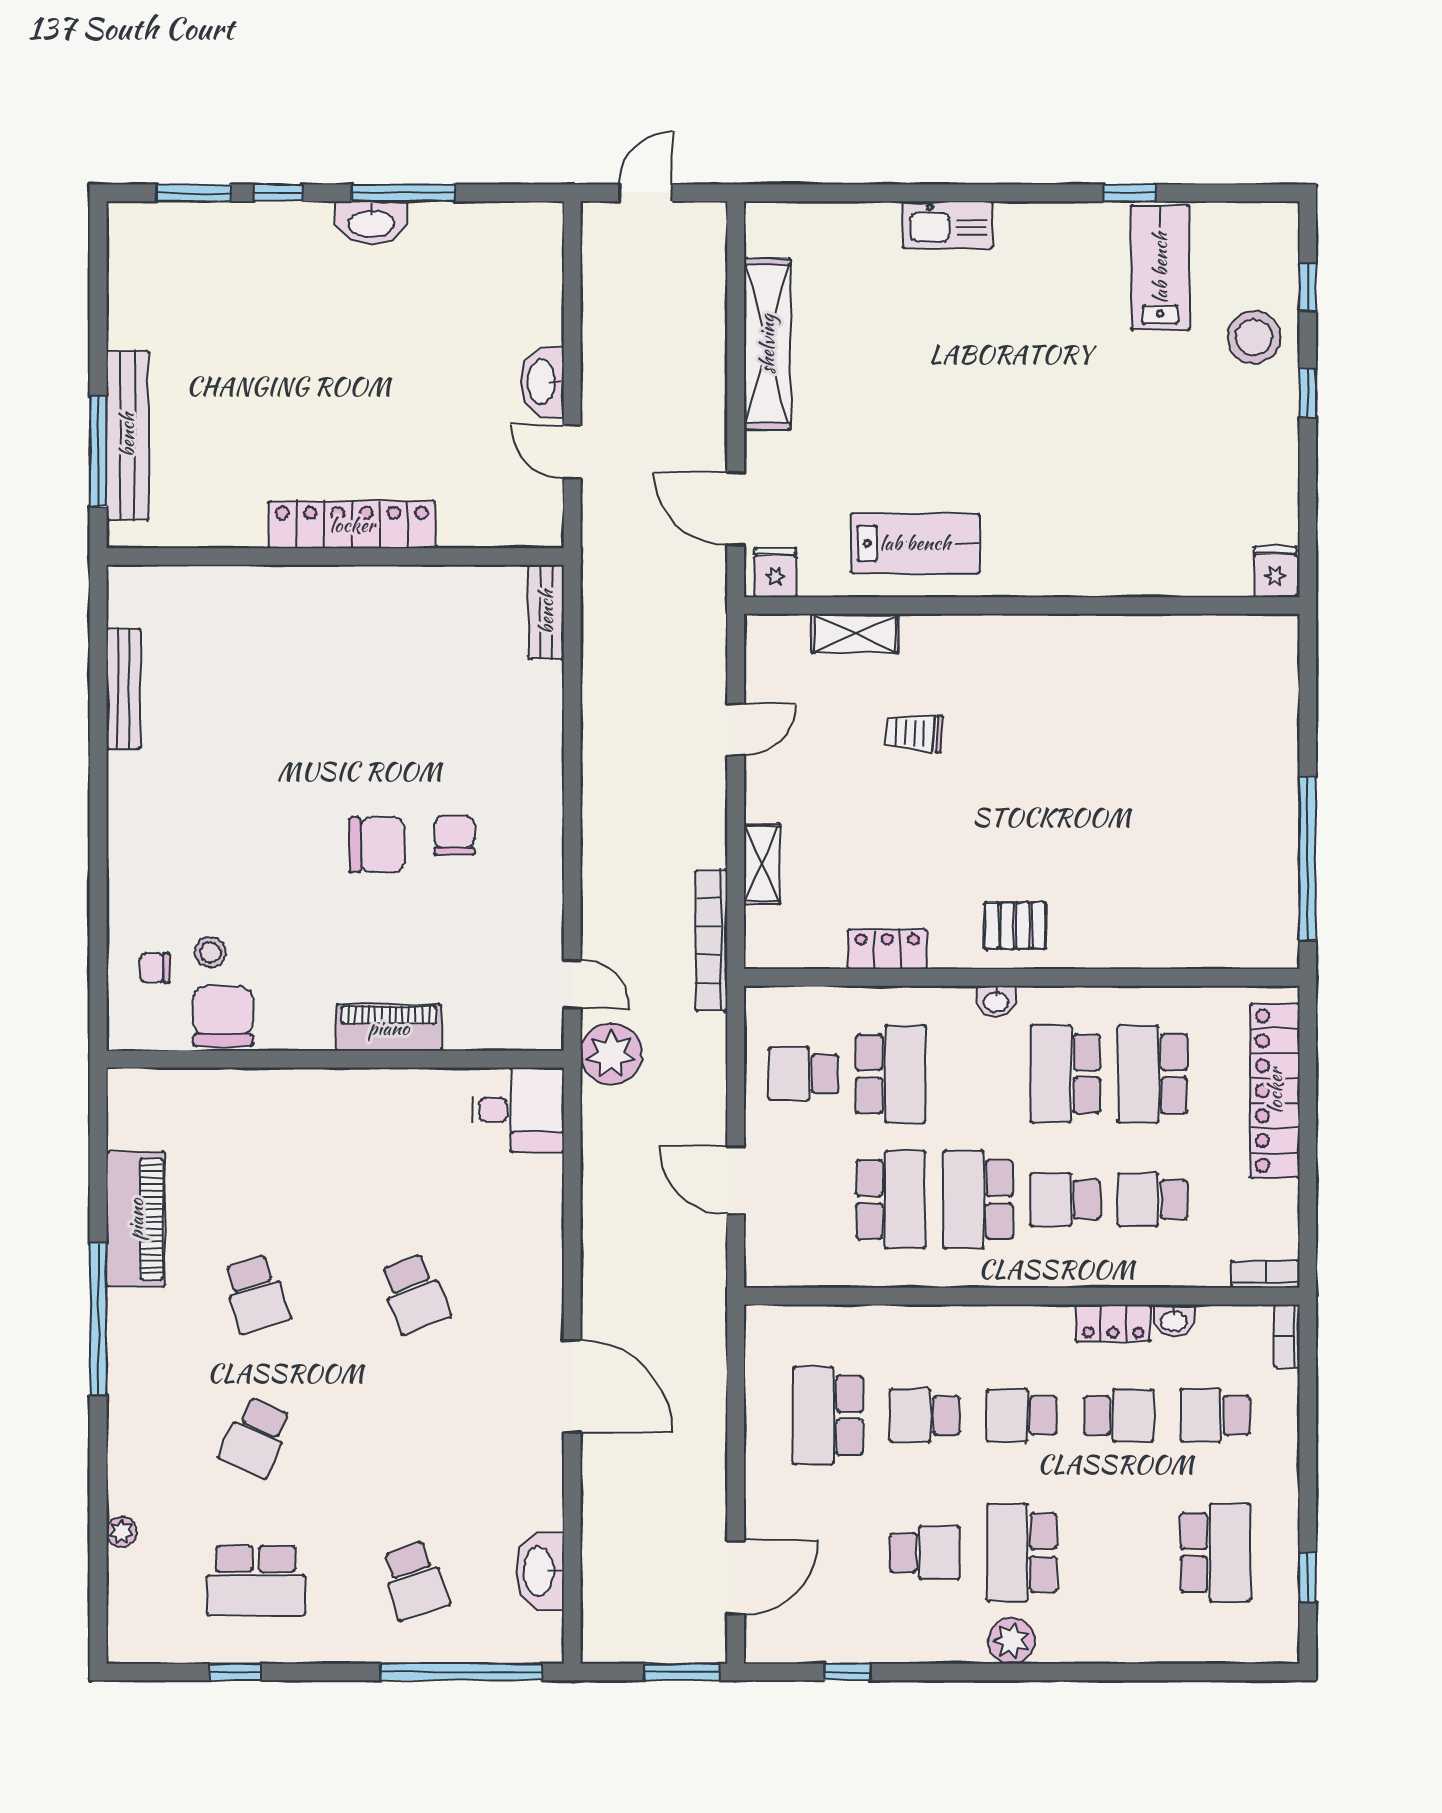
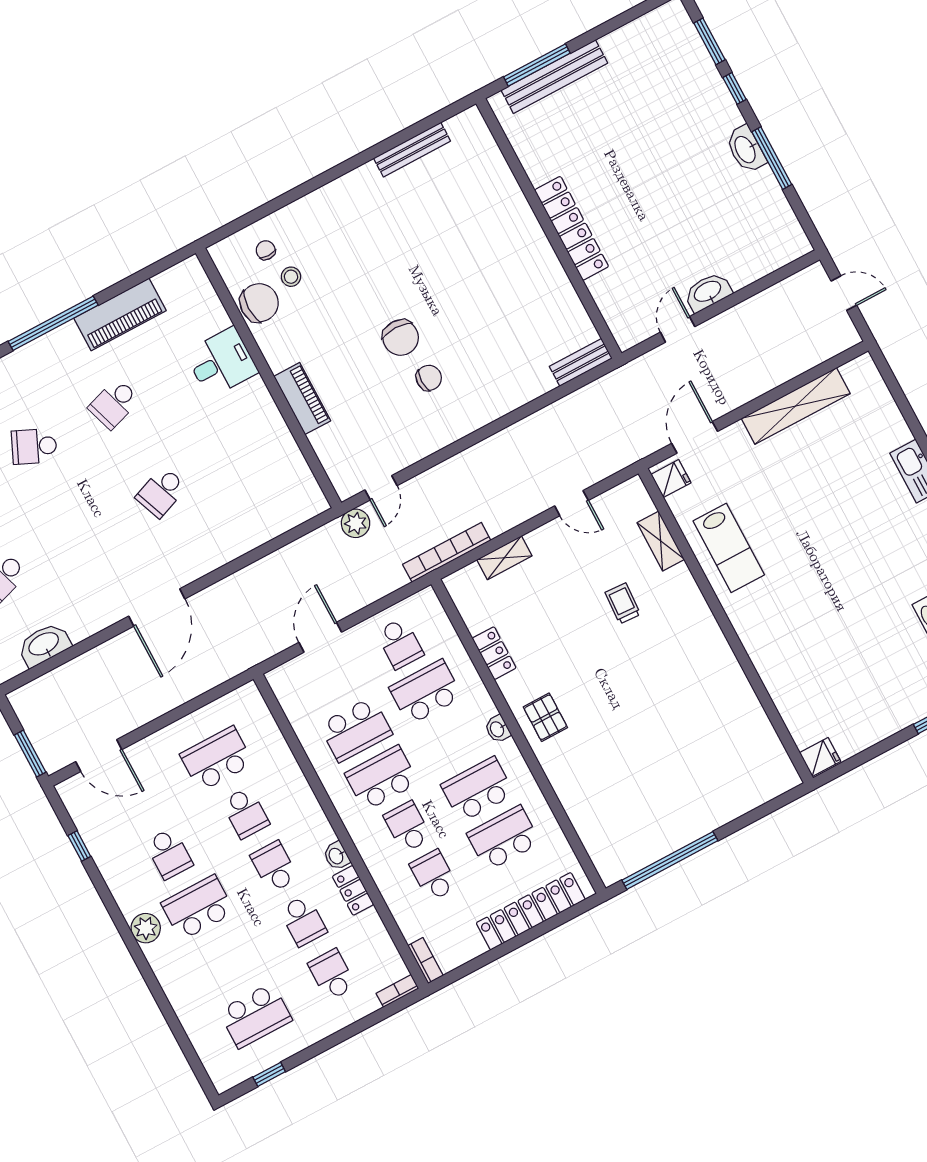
plant: (611, 1054) -> (356, 523), width x0.73, depth x0.73
school desk: (803, 1074) -> (400, 643), turned 180
school desk: (891, 1074) -> (426, 692), turned 180
desk: (518, 1110) -> (222, 362), moved, turned -90
washbasin: (1174, 1320) -> (336, 856), moved
school desk: (925, 1415) -> (245, 813), turned 180

